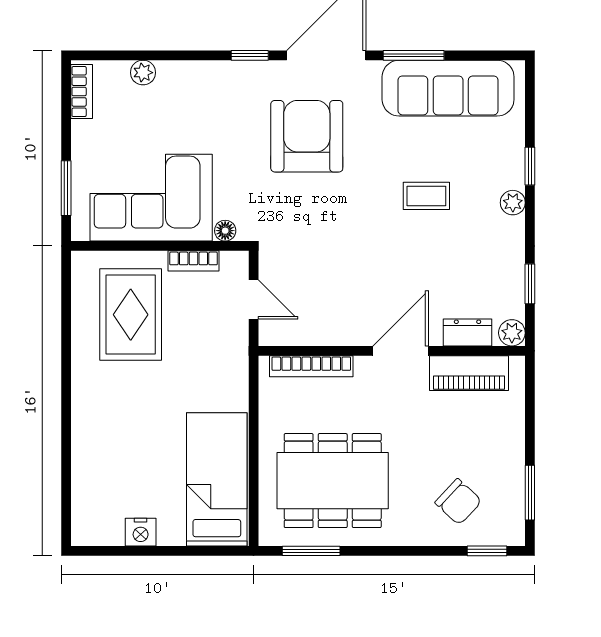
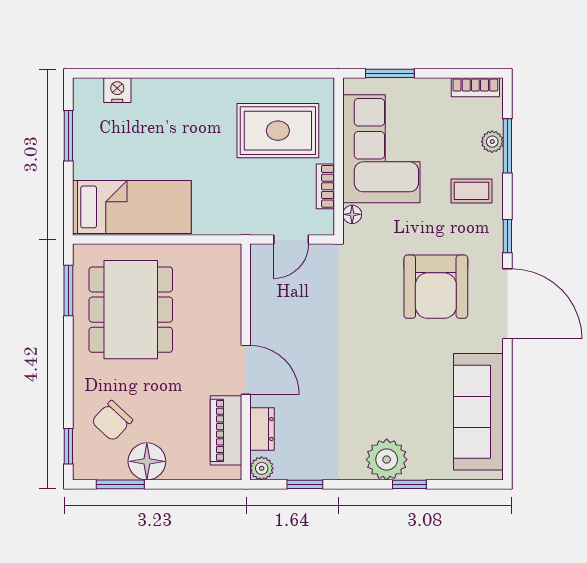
window: (414, 55) -> (507, 146), moved
armchair: (307, 136) -> (436, 287), turned 90
coffee table: (426, 196) -> (472, 191), moved, turned 90
plant: (513, 203) -> (387, 460), width x1.88, depth x1.88
bookcase: (311, 366) -> (232, 291), removed
floor lamp: (504, 462) -> (147, 461), added
nightstand: (141, 532) -> (117, 90), moved, turned 90
window: (137, 551) -> (68, 136), added

